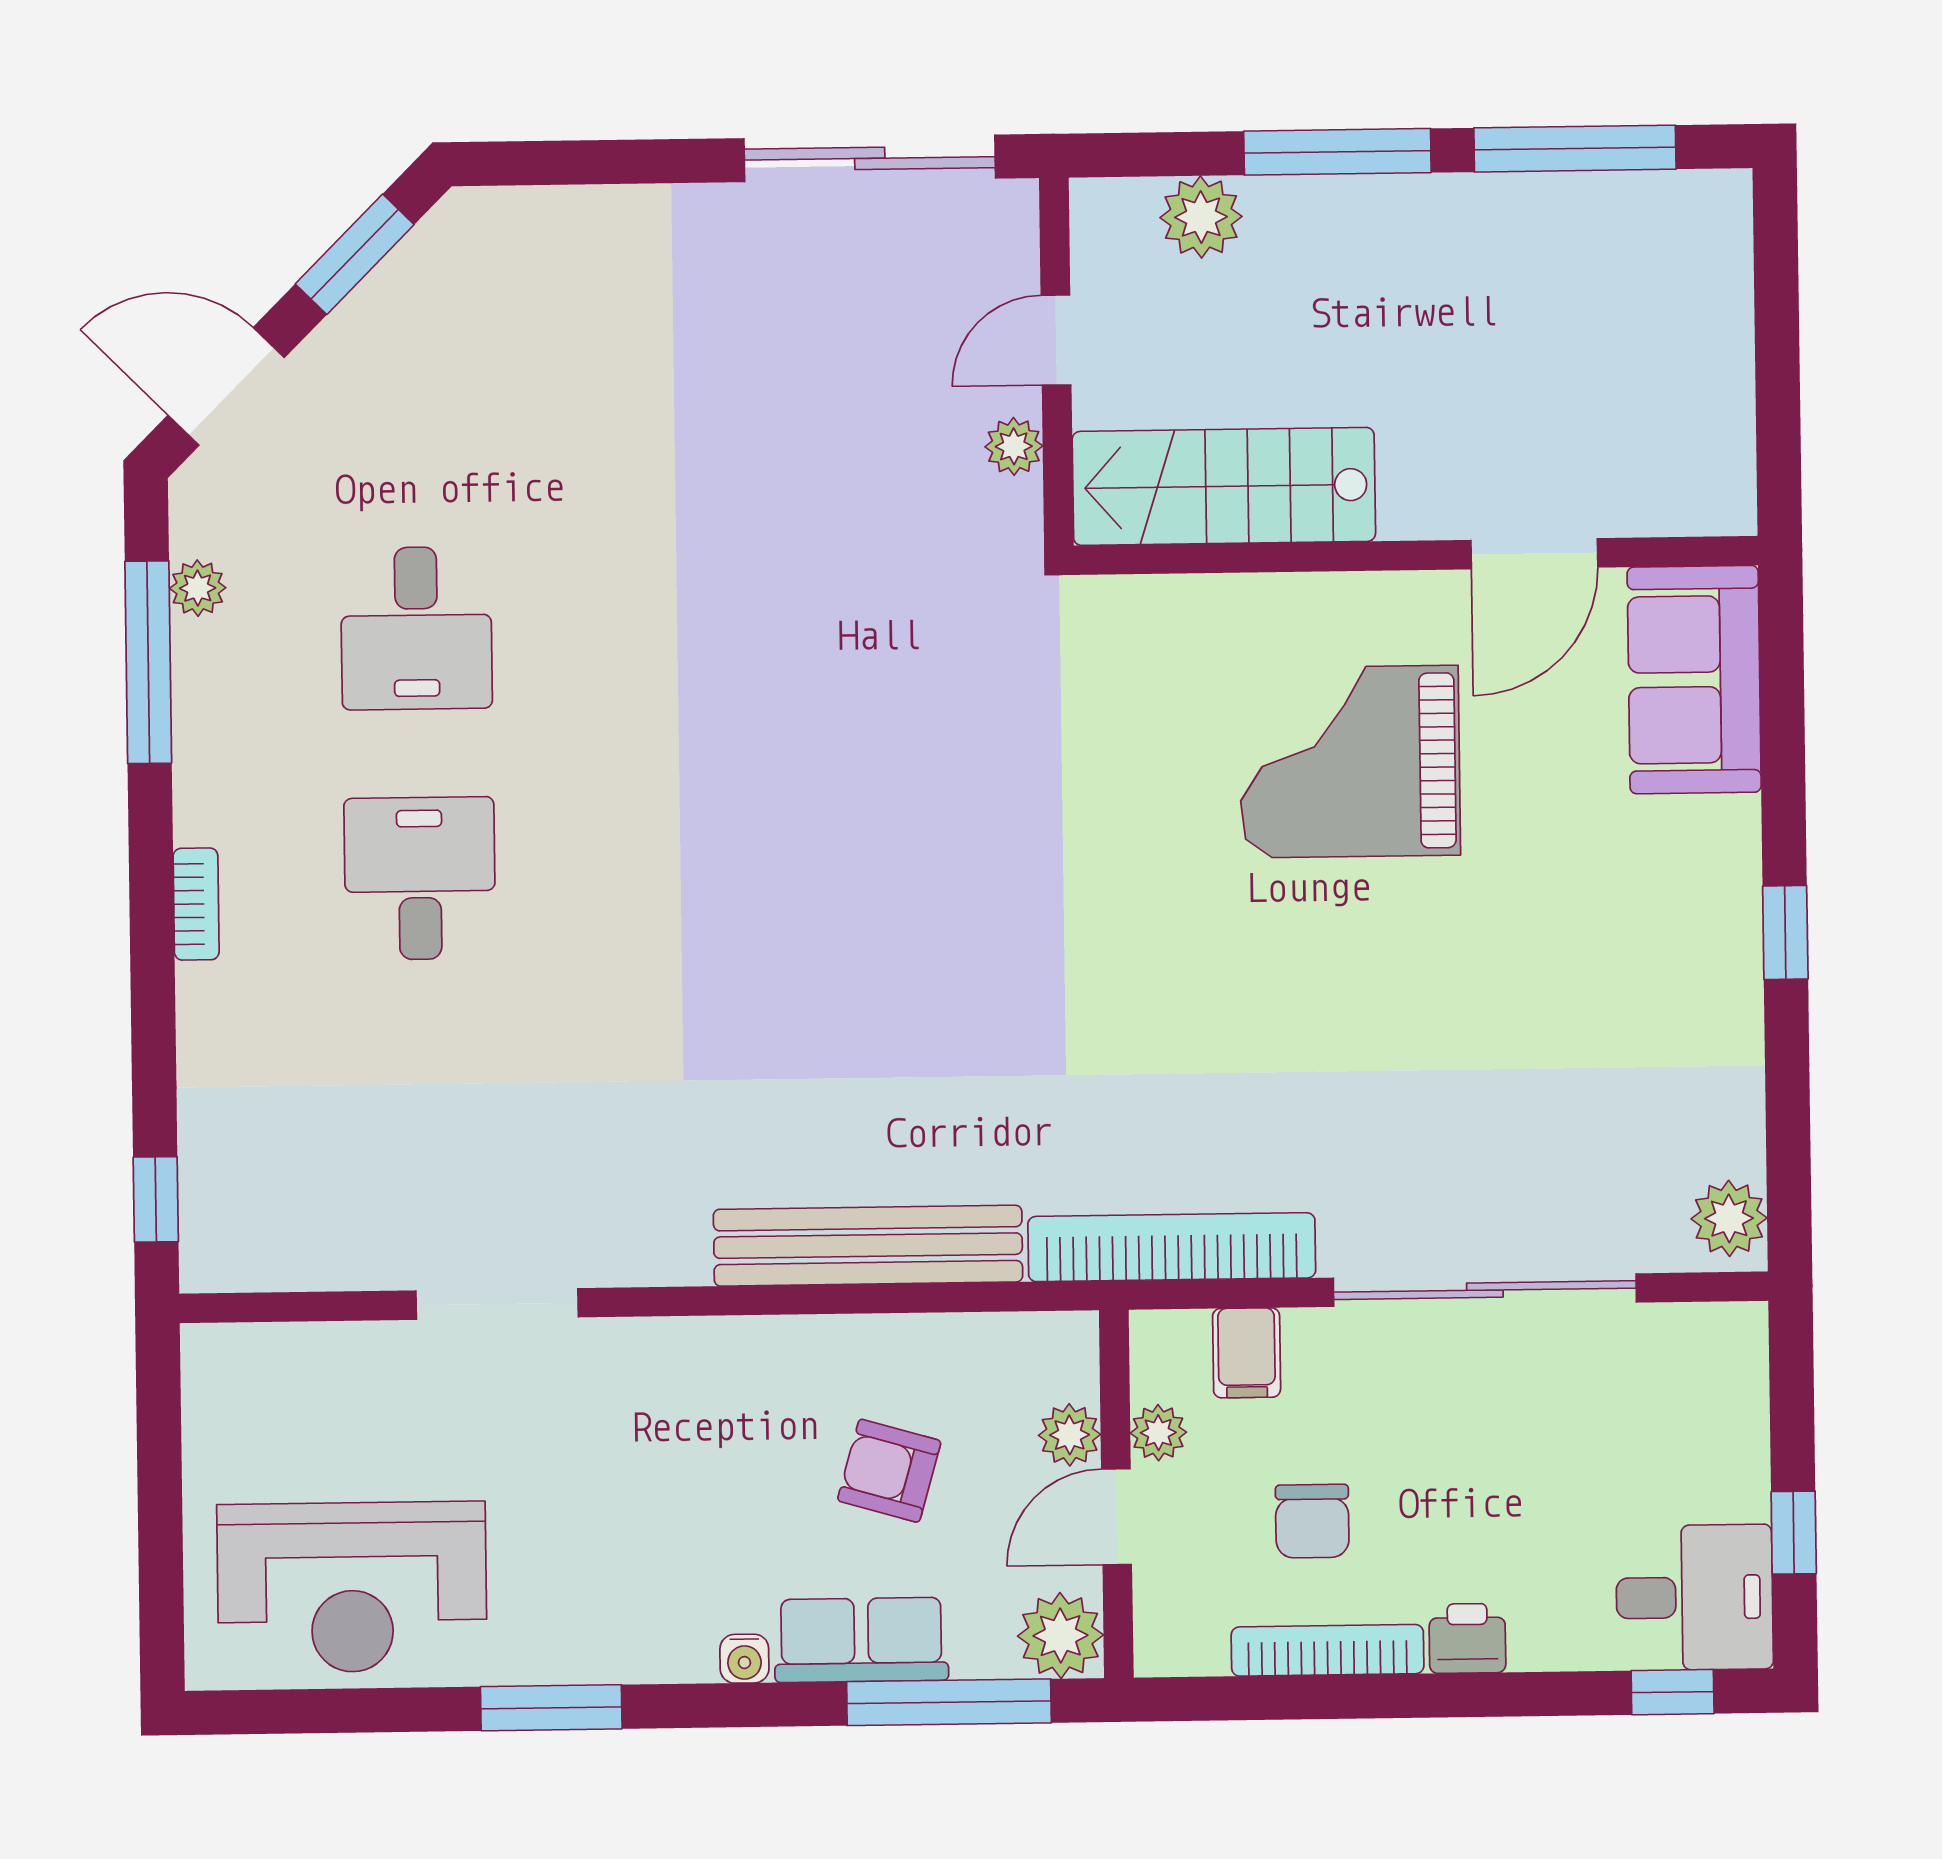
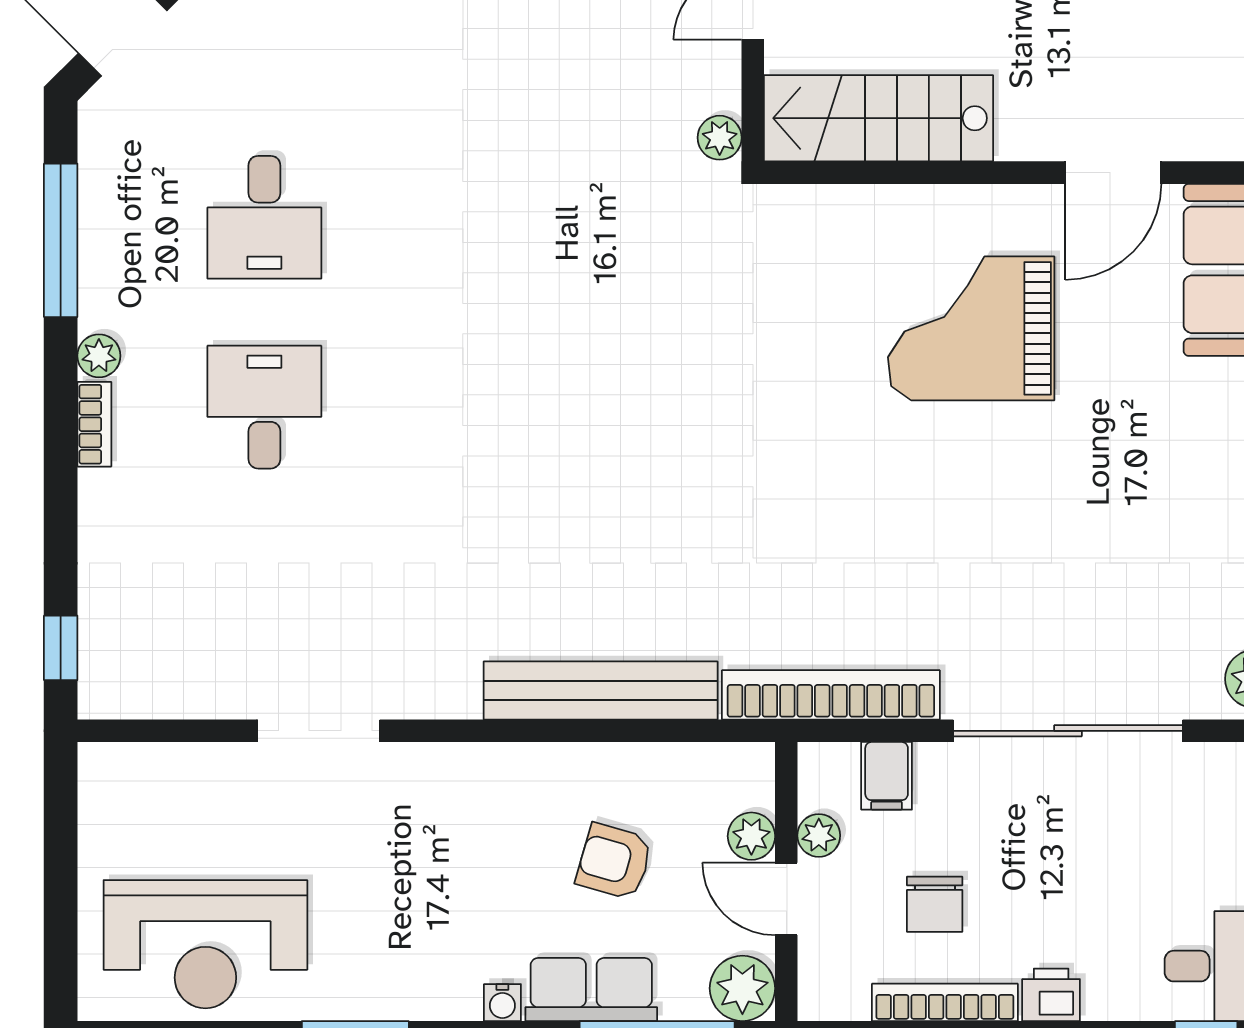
plant: (1014, 446) -> (720, 138), moved
plant: (198, 588) -> (99, 356), moved
door: (1117, 1517) -> (786, 899), hinge flipped

